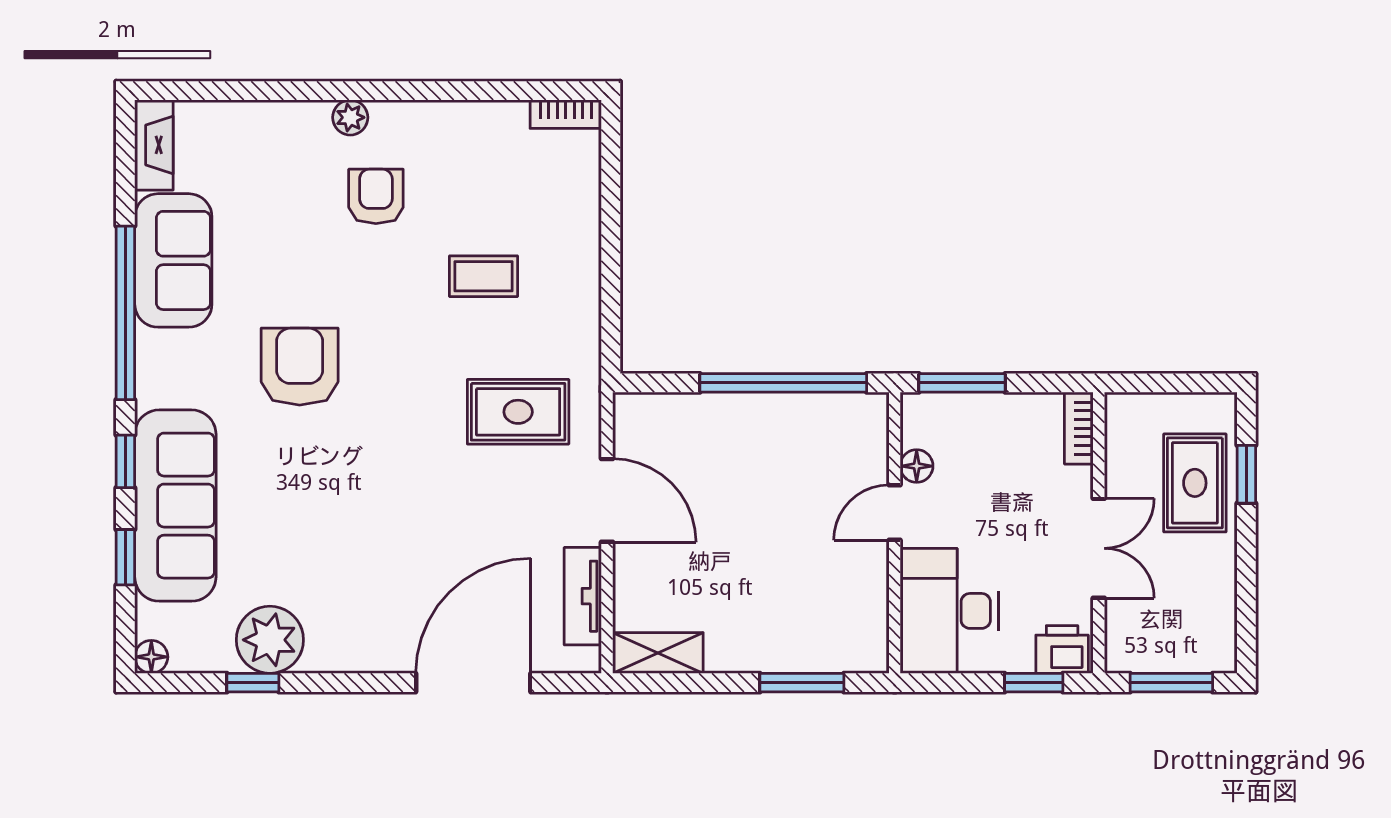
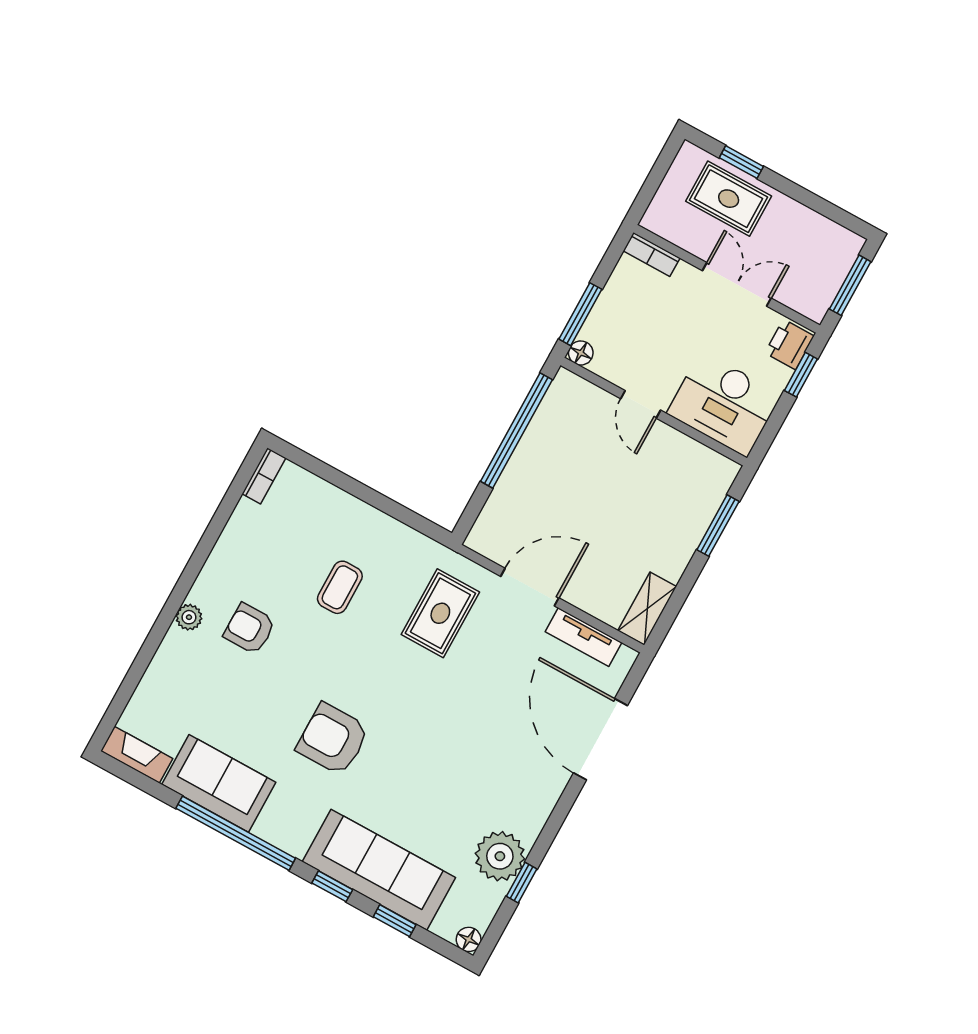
floor lamp: (917, 466) -> (581, 353), moved

